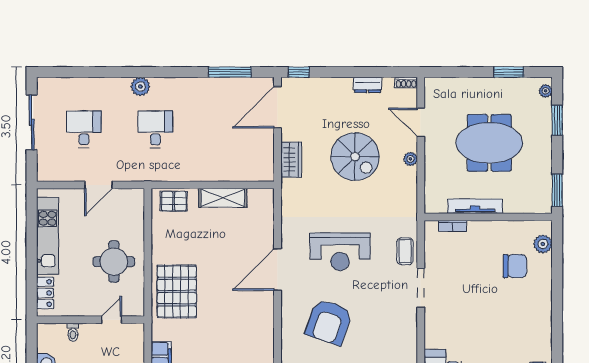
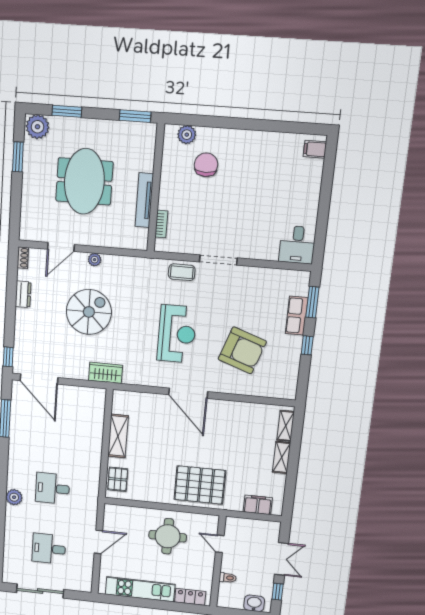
plant: (546, 91) -> (38, 127), width x1.88, depth x1.88
wardrobe: (291, 160) -> (106, 373), moved
door: (98, 185) -> (98, 542), hinge flipped

